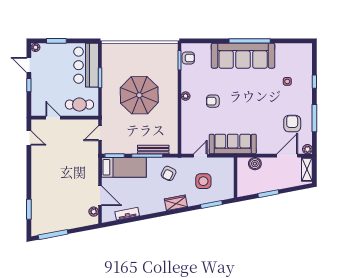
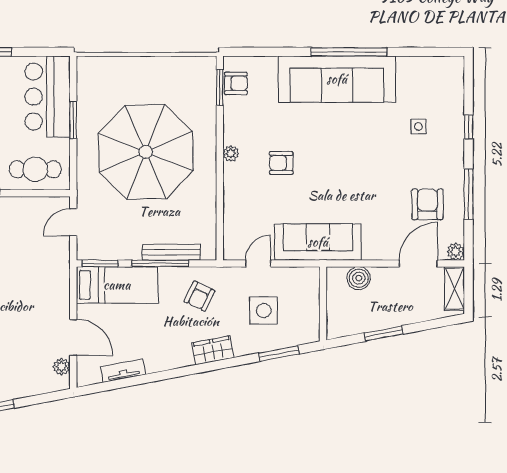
parasol: (139, 95) -> (146, 152), width x1.36, depth x1.36

